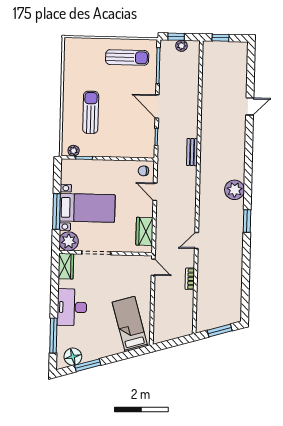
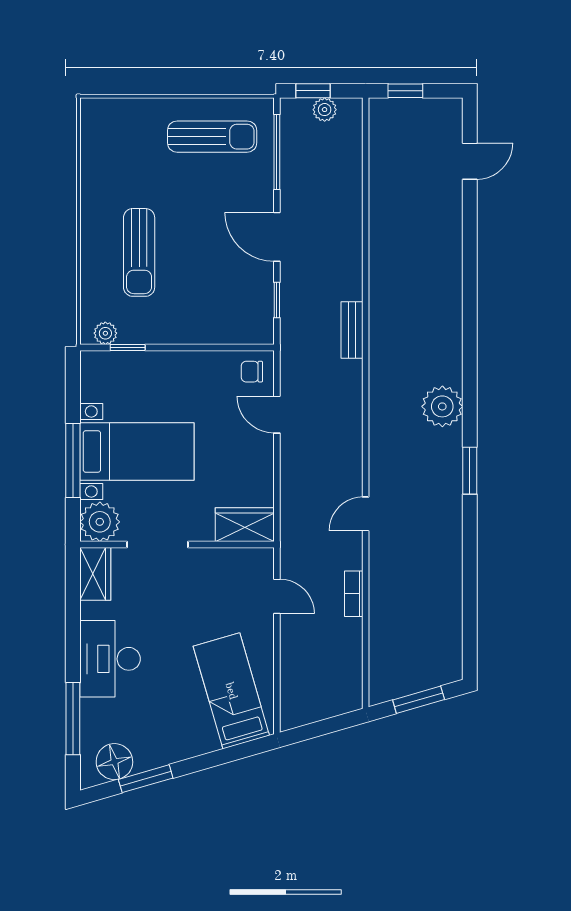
door: (250, 106) -> (470, 161), moved
sun lounger: (91, 112) -> (139, 252), turned 180
wardrobe: (144, 231) -> (245, 525), moved, turned 90
door: (153, 267) -> (277, 596), moved

